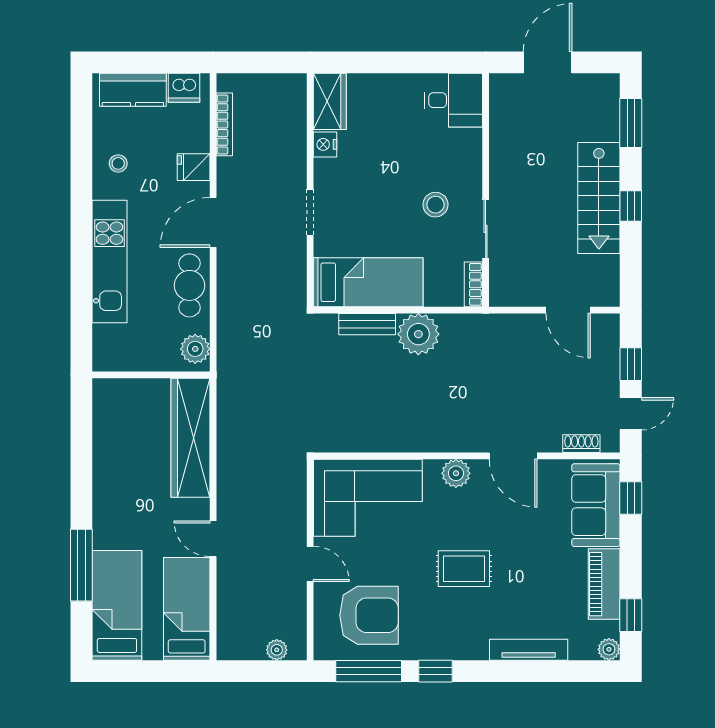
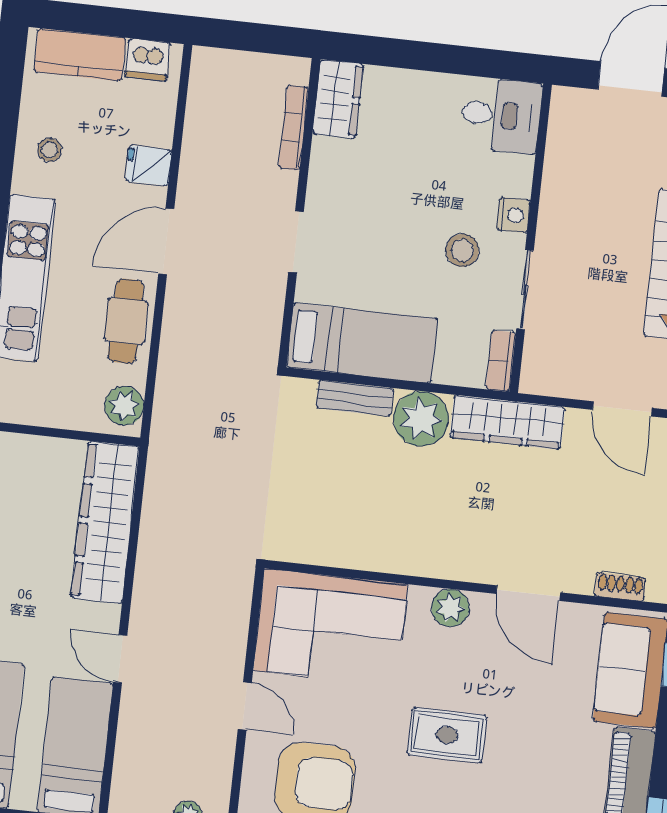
bookcase: (224, 124) -> (293, 128), moved, turned 180
nightstand: (325, 144) -> (513, 215), moved, turned 180
wardrobe: (483, 330) -> (507, 422), added

